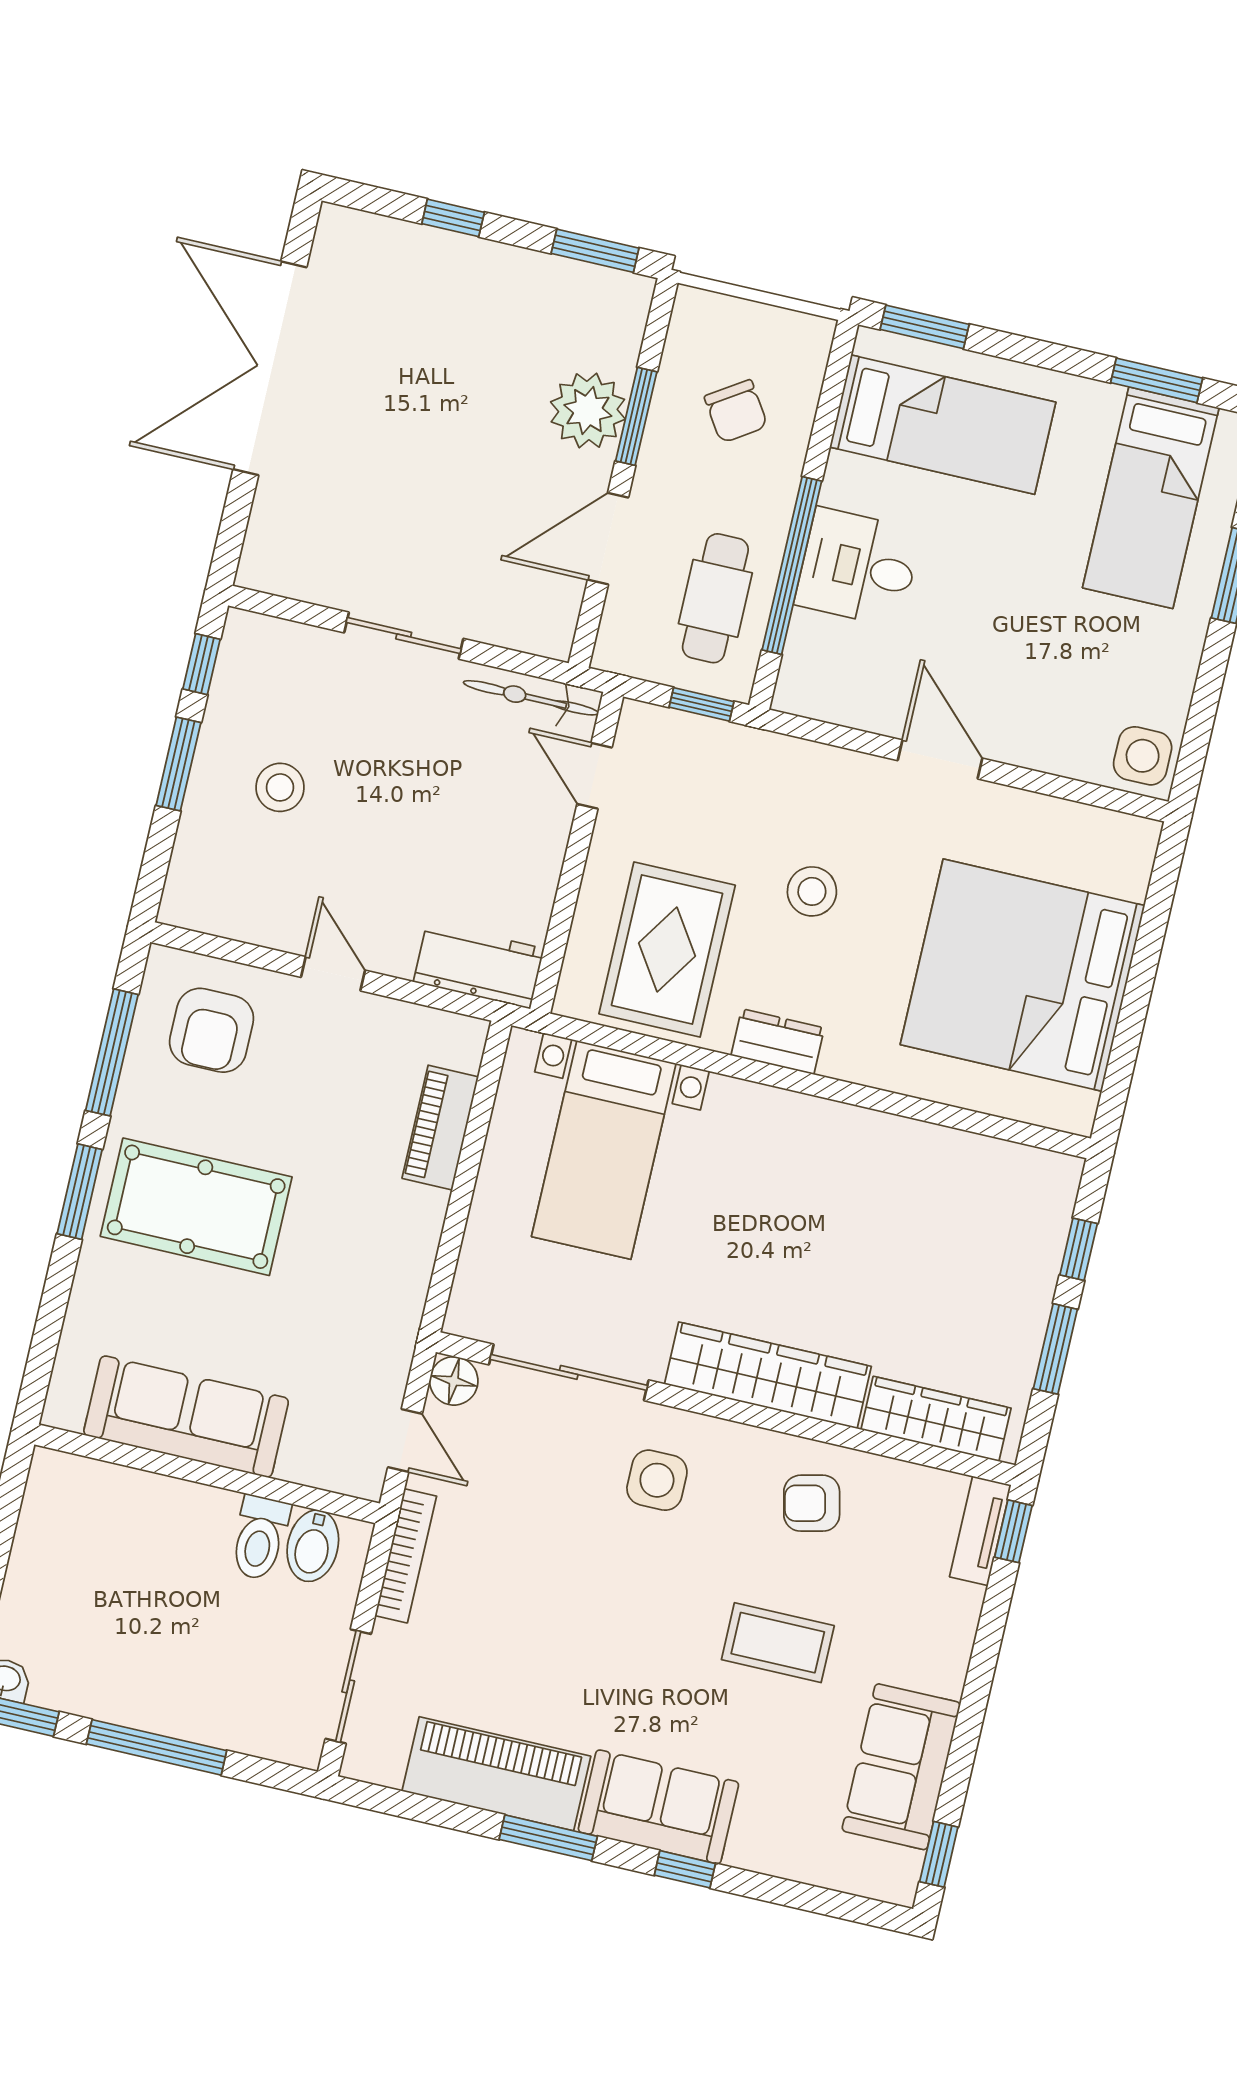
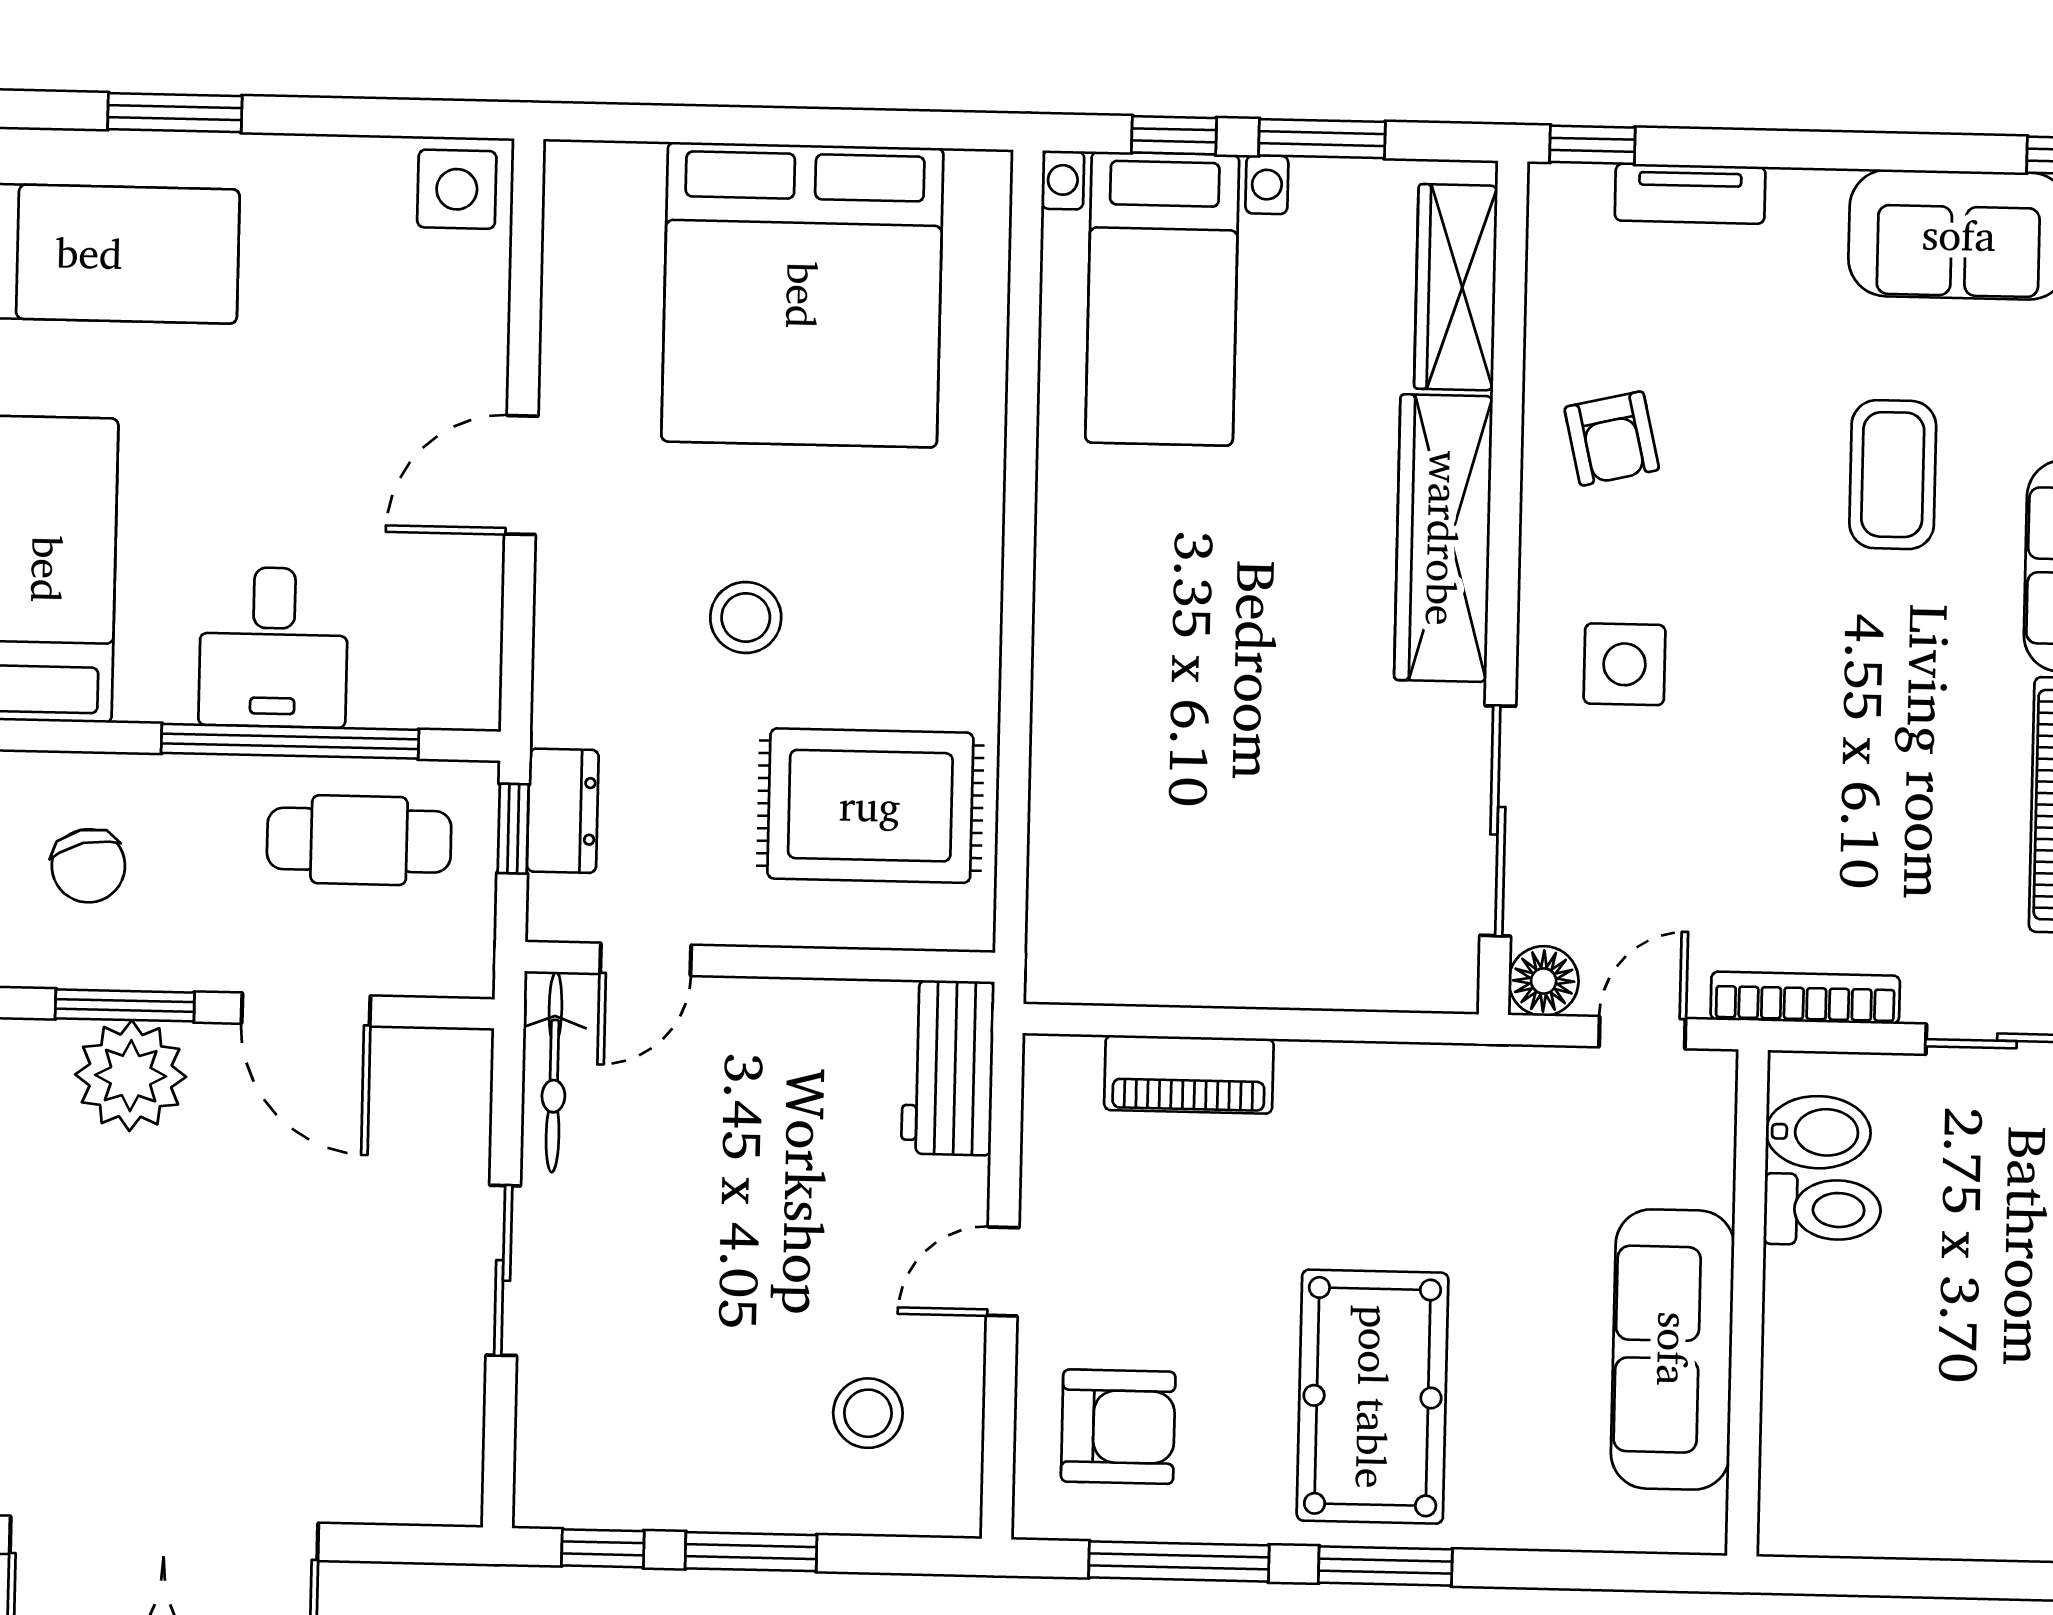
chair: (736, 411) -> (88, 866), turned 109
stool: (280, 787) -> (868, 1413), moved
dresser: (778, 1042) -> (563, 811), moved, turned 180
bed with nightstands: (604, 1150) -> (1162, 299), moved, turned 90
tv unit: (980, 1531) -> (1690, 194), moved
coffee table: (778, 1643) -> (1893, 475), moved

